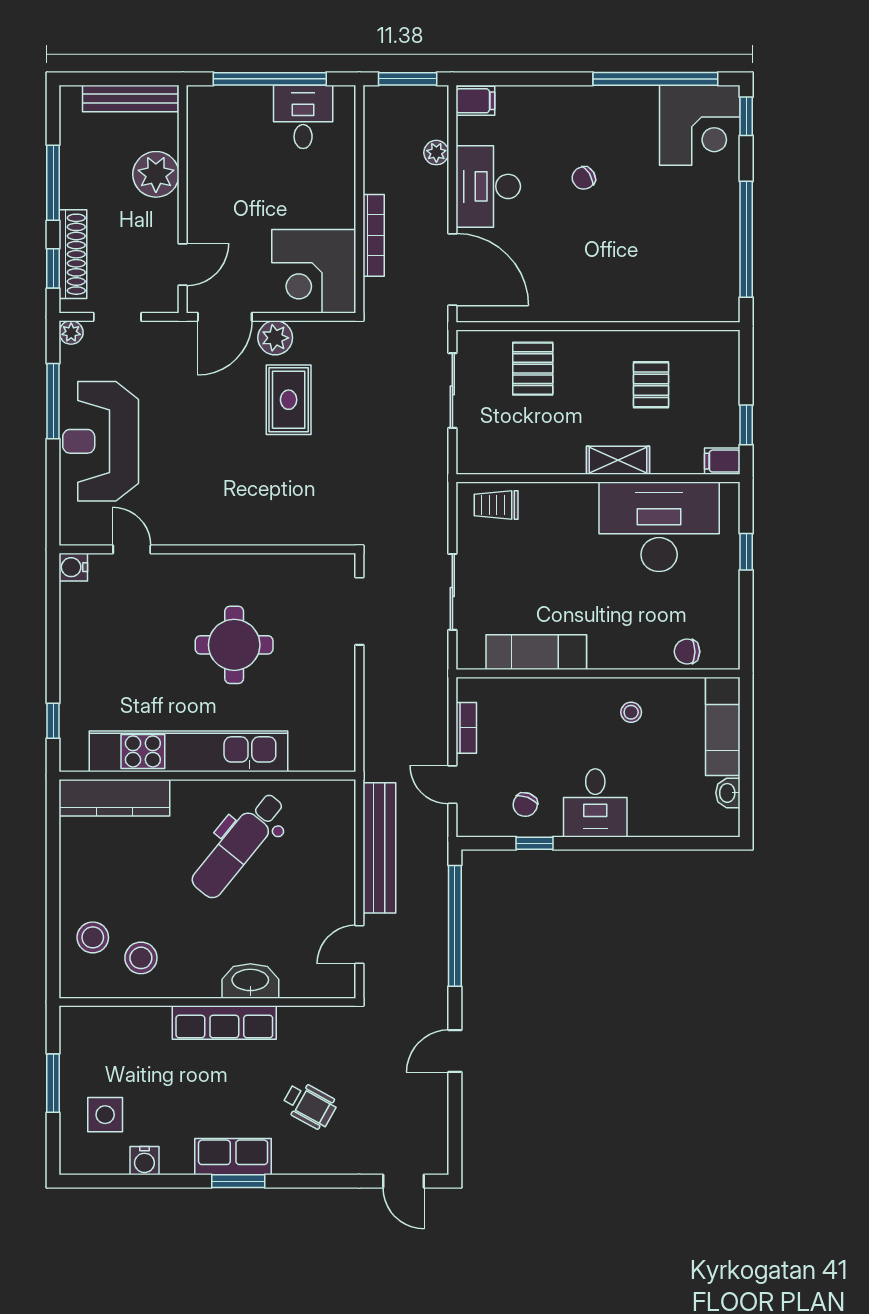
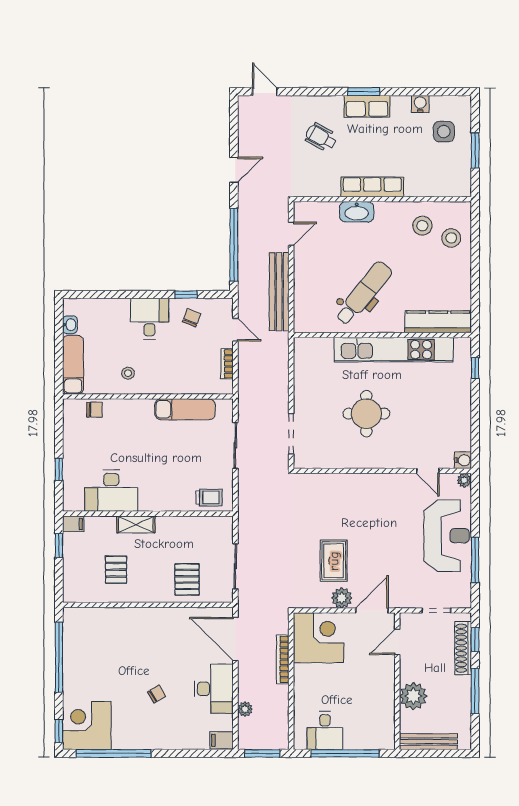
plant: (71, 332) -> (464, 480), moved
desk: (659, 527) -> (111, 491), width x0.73, depth x0.77

